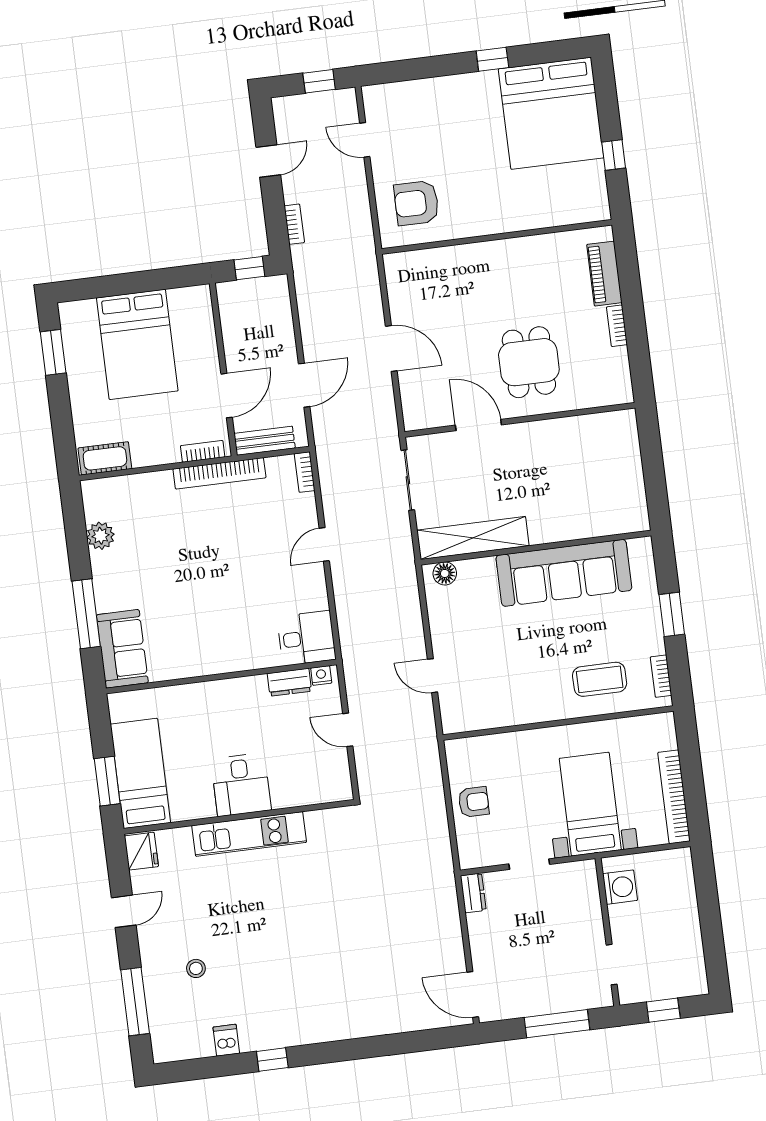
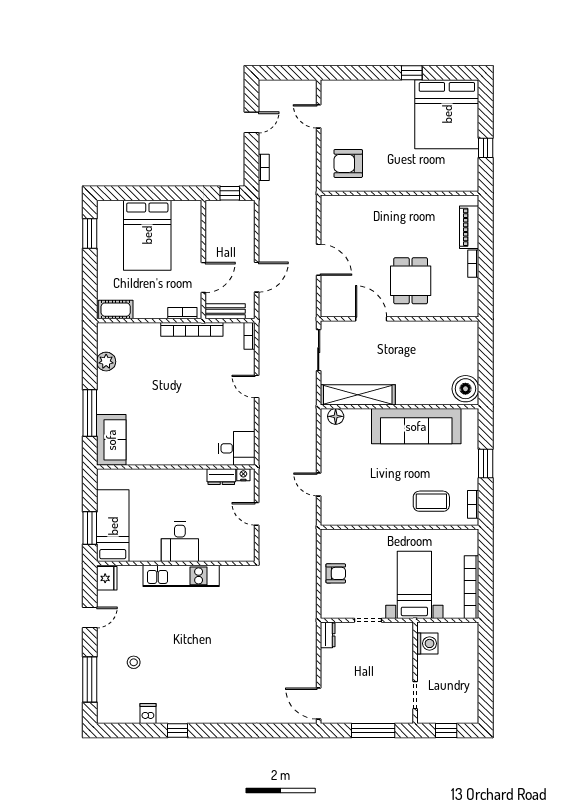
window: (319, 81) -> (293, 73), removed
boiler: (629, 509) -> (465, 389), added
door: (324, 544) -> (257, 386), hinge flipped

